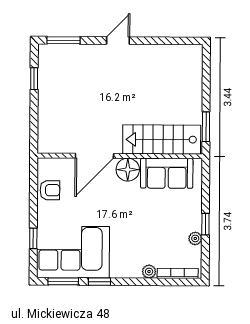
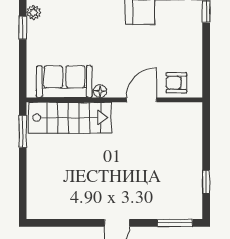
door: (94, 156) -> (141, 100), width x0.73
floor lamp: (128, 170) -> (100, 91), width x0.53, depth x0.53
armchair: (50, 190) -> (176, 83), moved

